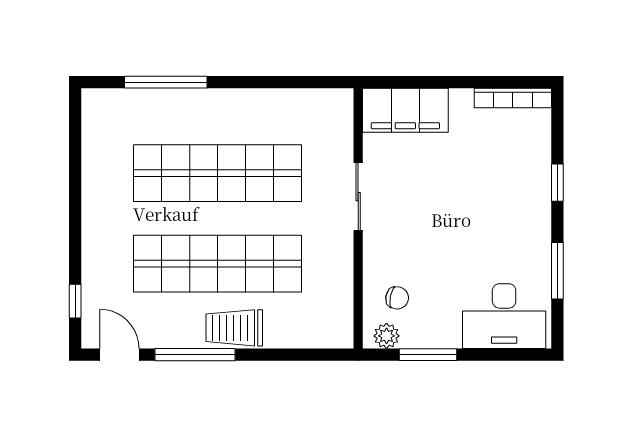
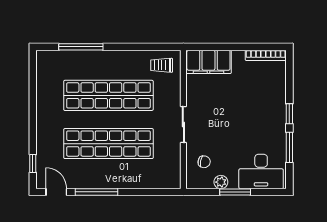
window: (557, 183) -> (289, 114), moved
sliding door: (358, 197) -> (183, 124), moved
trolley: (234, 328) -> (162, 65), moved, width x0.73, depth x0.72
plant: (387, 336) -> (221, 182), moved
window: (428, 355) -> (235, 192), moved

